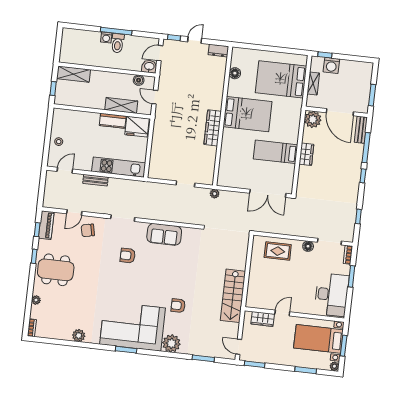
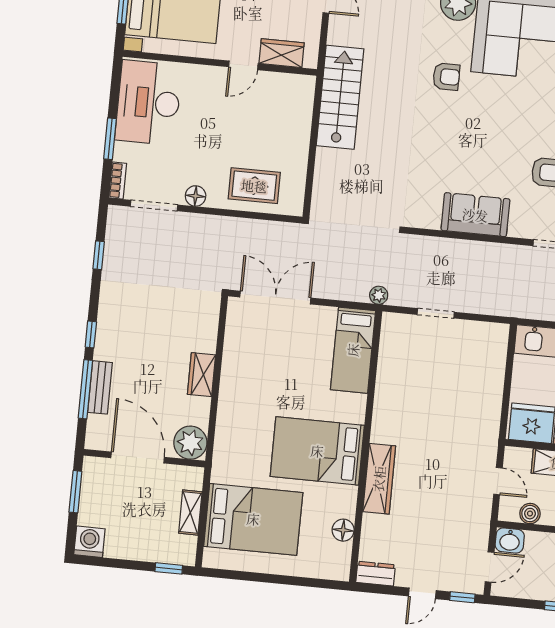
washing machine: (331, 65) -> (89, 542), moved
wardrobe: (213, 128) -> (379, 479), moved
bench: (361, 130) -> (100, 387), moved
bed: (275, 152) -> (353, 350), moved, turned 90

